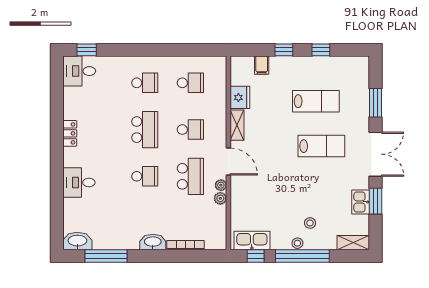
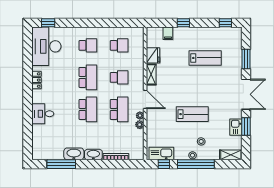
window: (321, 50) -> (225, 23), moved
desk: (79, 71) -> (46, 46), width x1.87, depth x1.30
lab bench: (321, 146) -> (192, 114), moved
school desk: (145, 176) -> (88, 109), width x1.85
washbasin: (77, 241) -> (74, 154), moved

